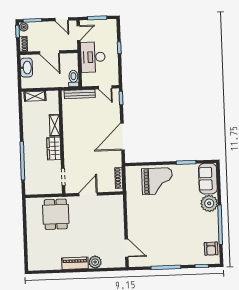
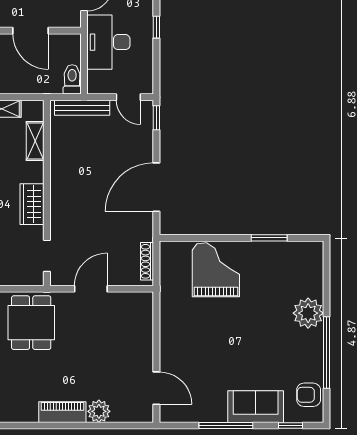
shelving: (55, 125) -> (35, 141), moved
sofa: (208, 179) -> (256, 407), moved, turned 90
grand piano: (157, 181) -> (216, 270), turned -90
armchair: (211, 249) -> (309, 395), turned 90

